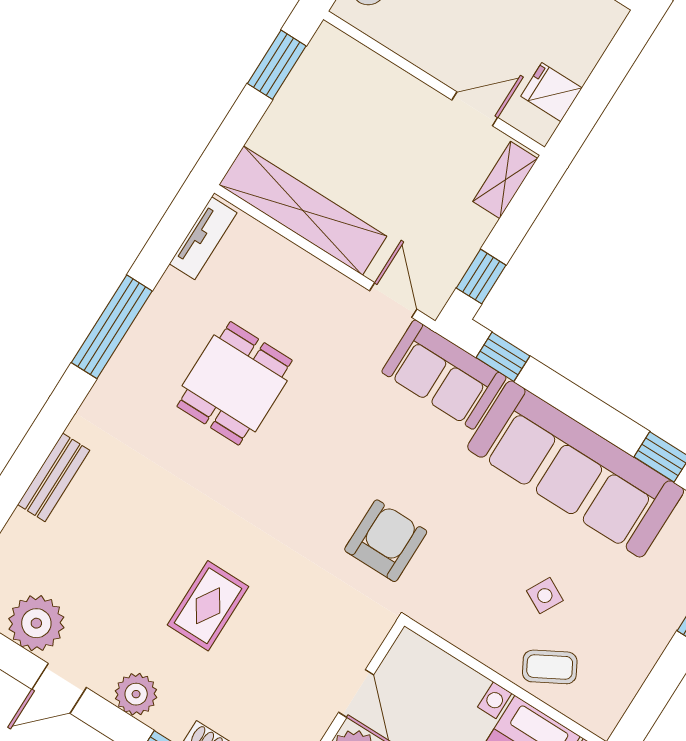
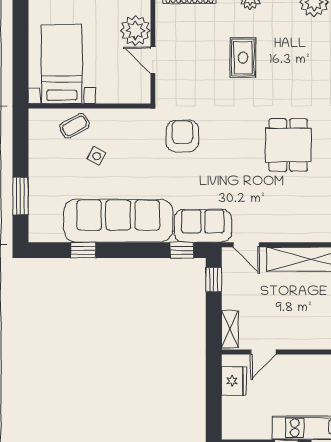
fridge: (551, 92) -> (234, 381), width x1.38
dining table: (235, 383) -> (288, 145), moved
armchair: (386, 541) -> (182, 136), turned 180

